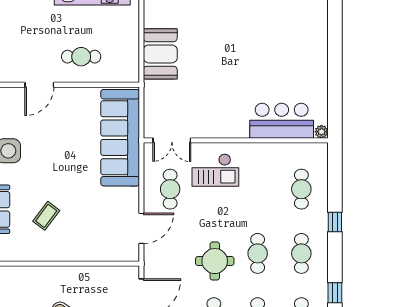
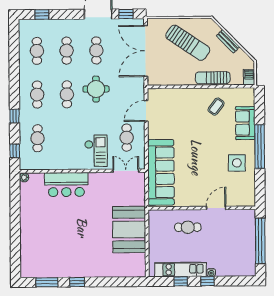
booth: (160, 54) -> (129, 230), width x1.36, depth x1.42
bar counter: (282, 121) -> (66, 185), moved
checkout: (215, 170) -> (96, 151), turned 90
coffee table: (46, 216) -> (216, 107), moved
sun lounger: (43, 276) -> (213, 78), added
window: (335, 293) -> (15, 151), moved

